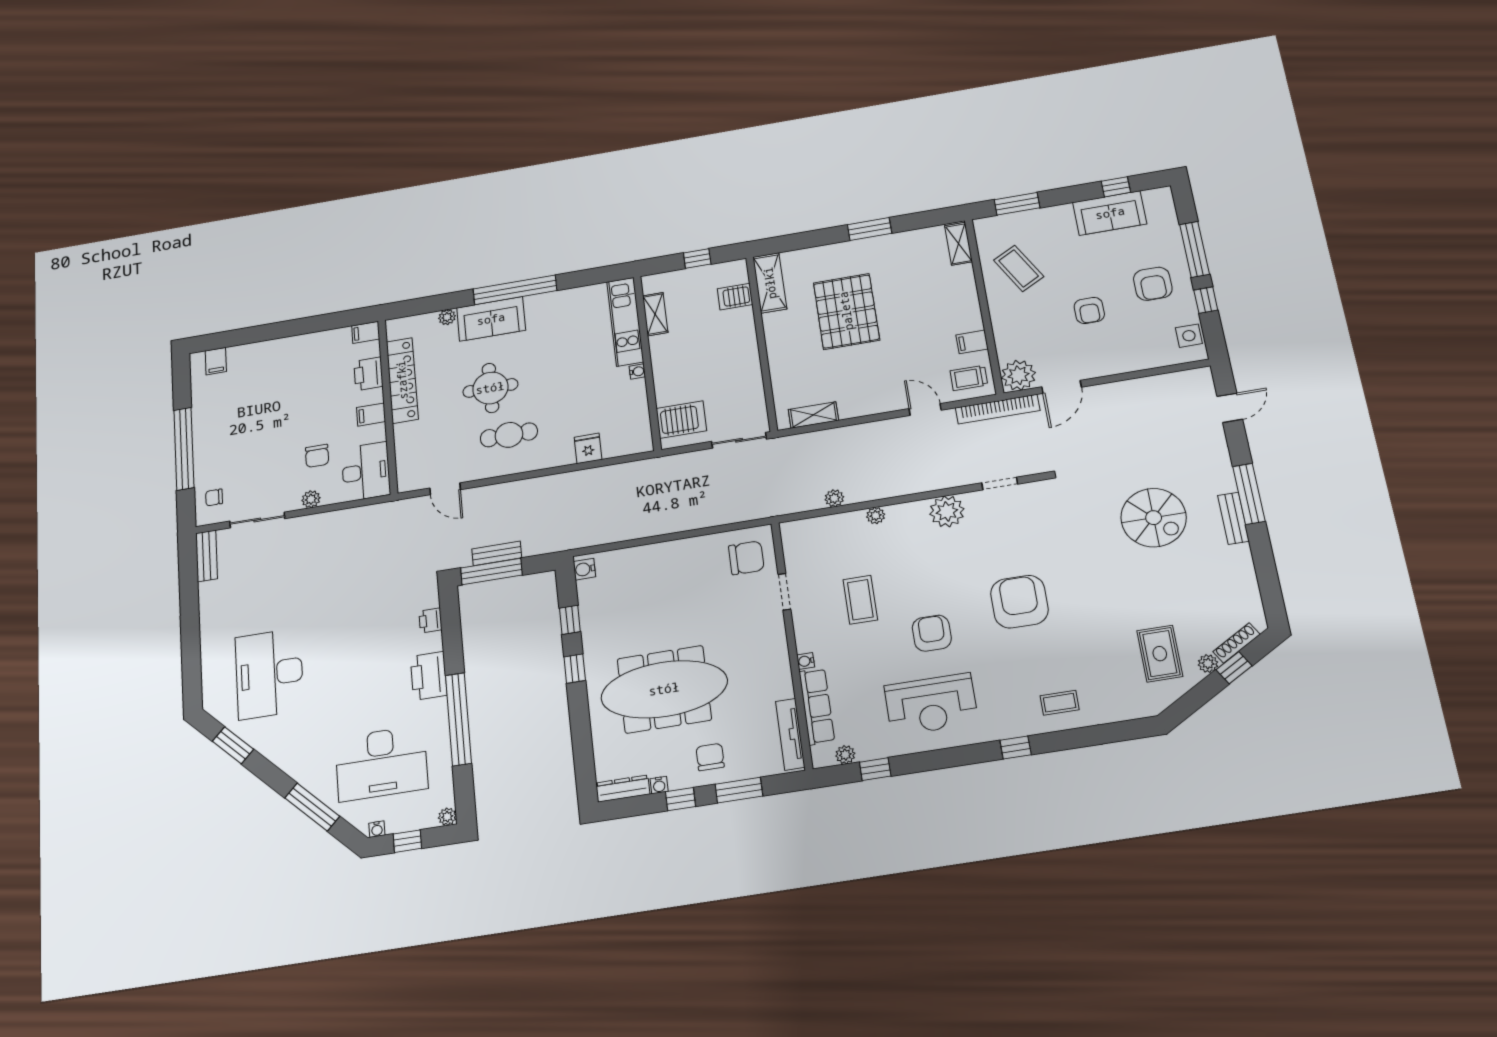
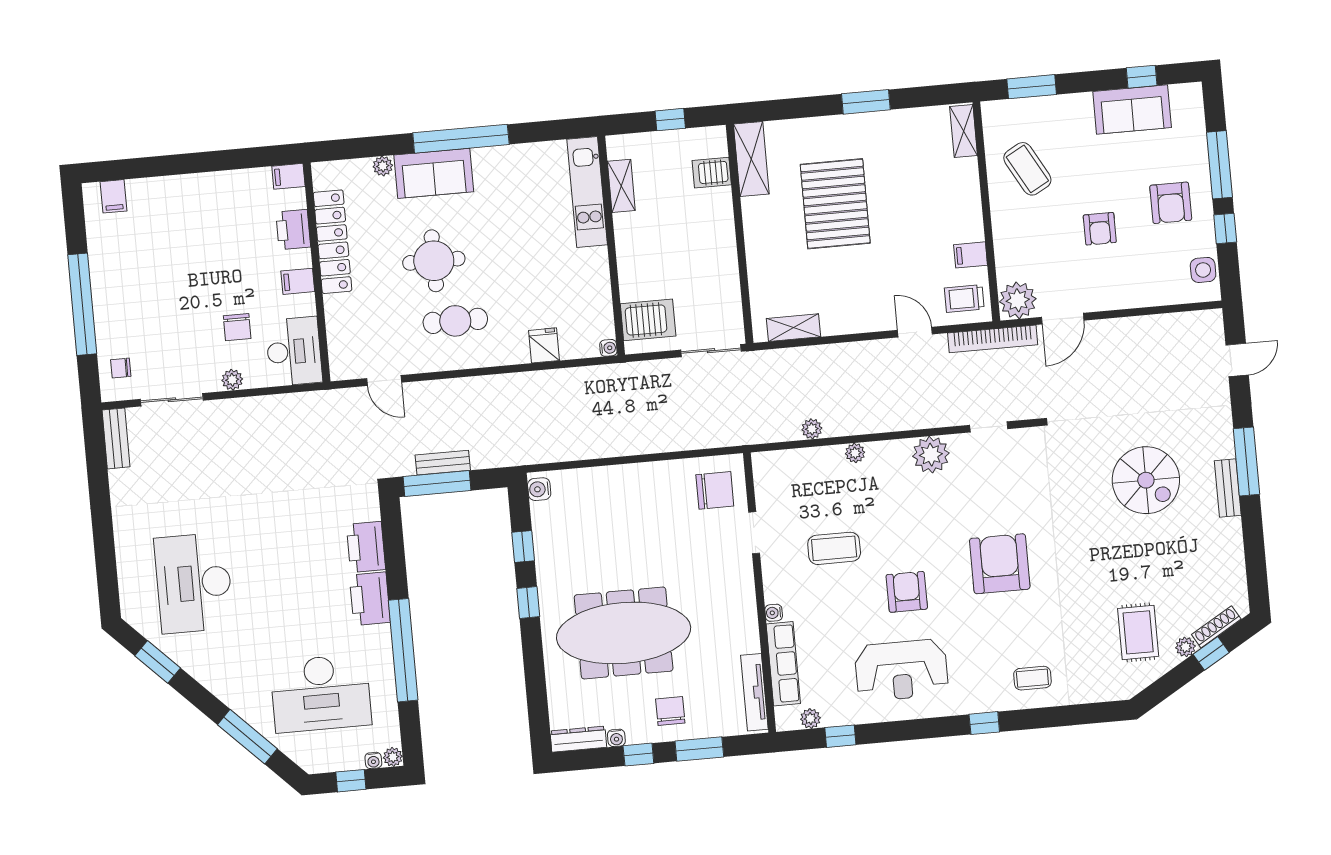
water cooler: (637, 371) -> (608, 348), moved
coffee table: (860, 600) -> (834, 548), turned 90
printer: (430, 620) -> (366, 547), width x1.87, depth x1.48
water cooler: (377, 829) -> (373, 760), moved

